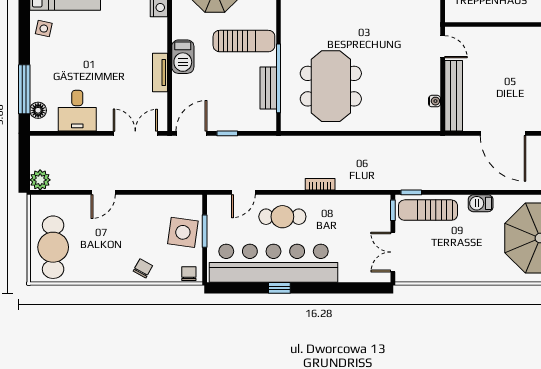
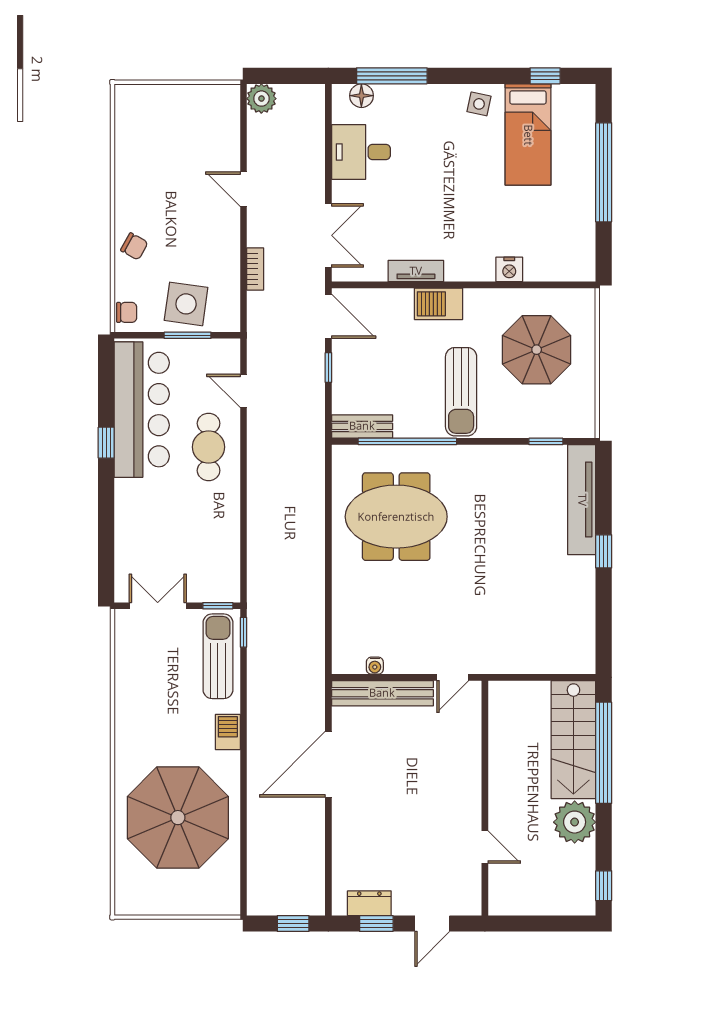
bench: (268, 88) -> (362, 426), moved
bookcase: (320, 184) -> (255, 269), moved
cafe table: (53, 247) -> (165, 117), removed
bar counter: (273, 263) -> (142, 410), width x0.73

